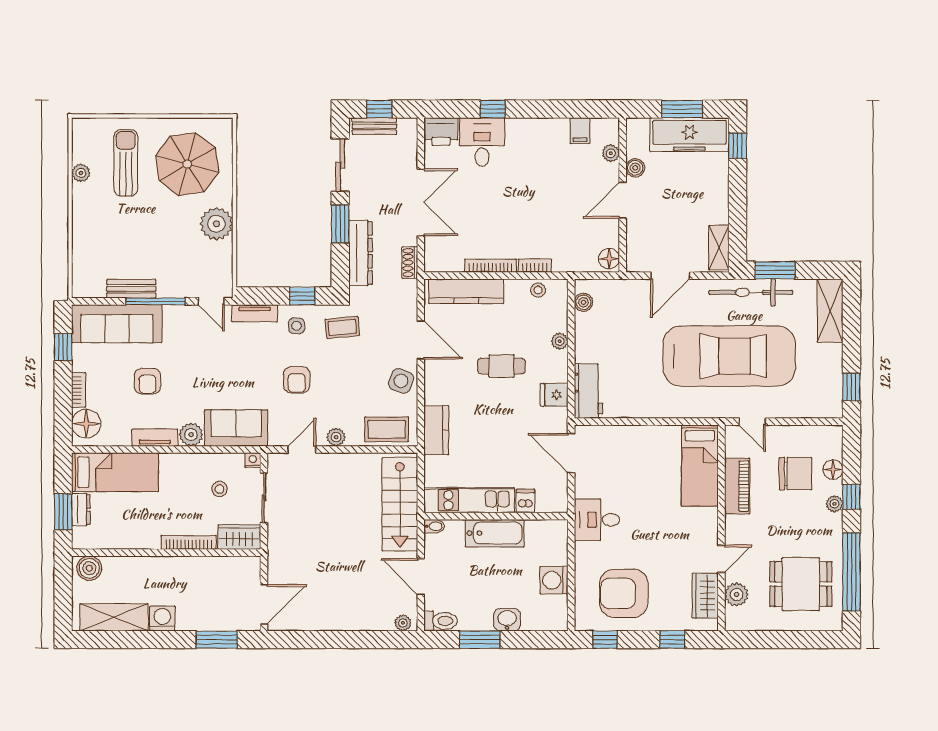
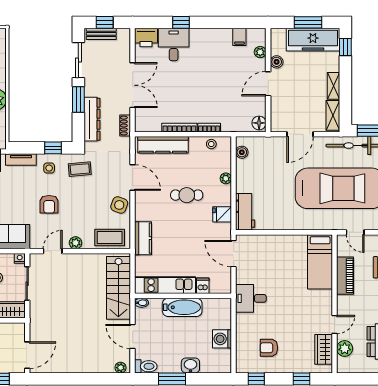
shelving: (720, 203) -> (333, 86), added
armchair: (624, 593) -> (269, 348), width x0.53, depth x0.53

